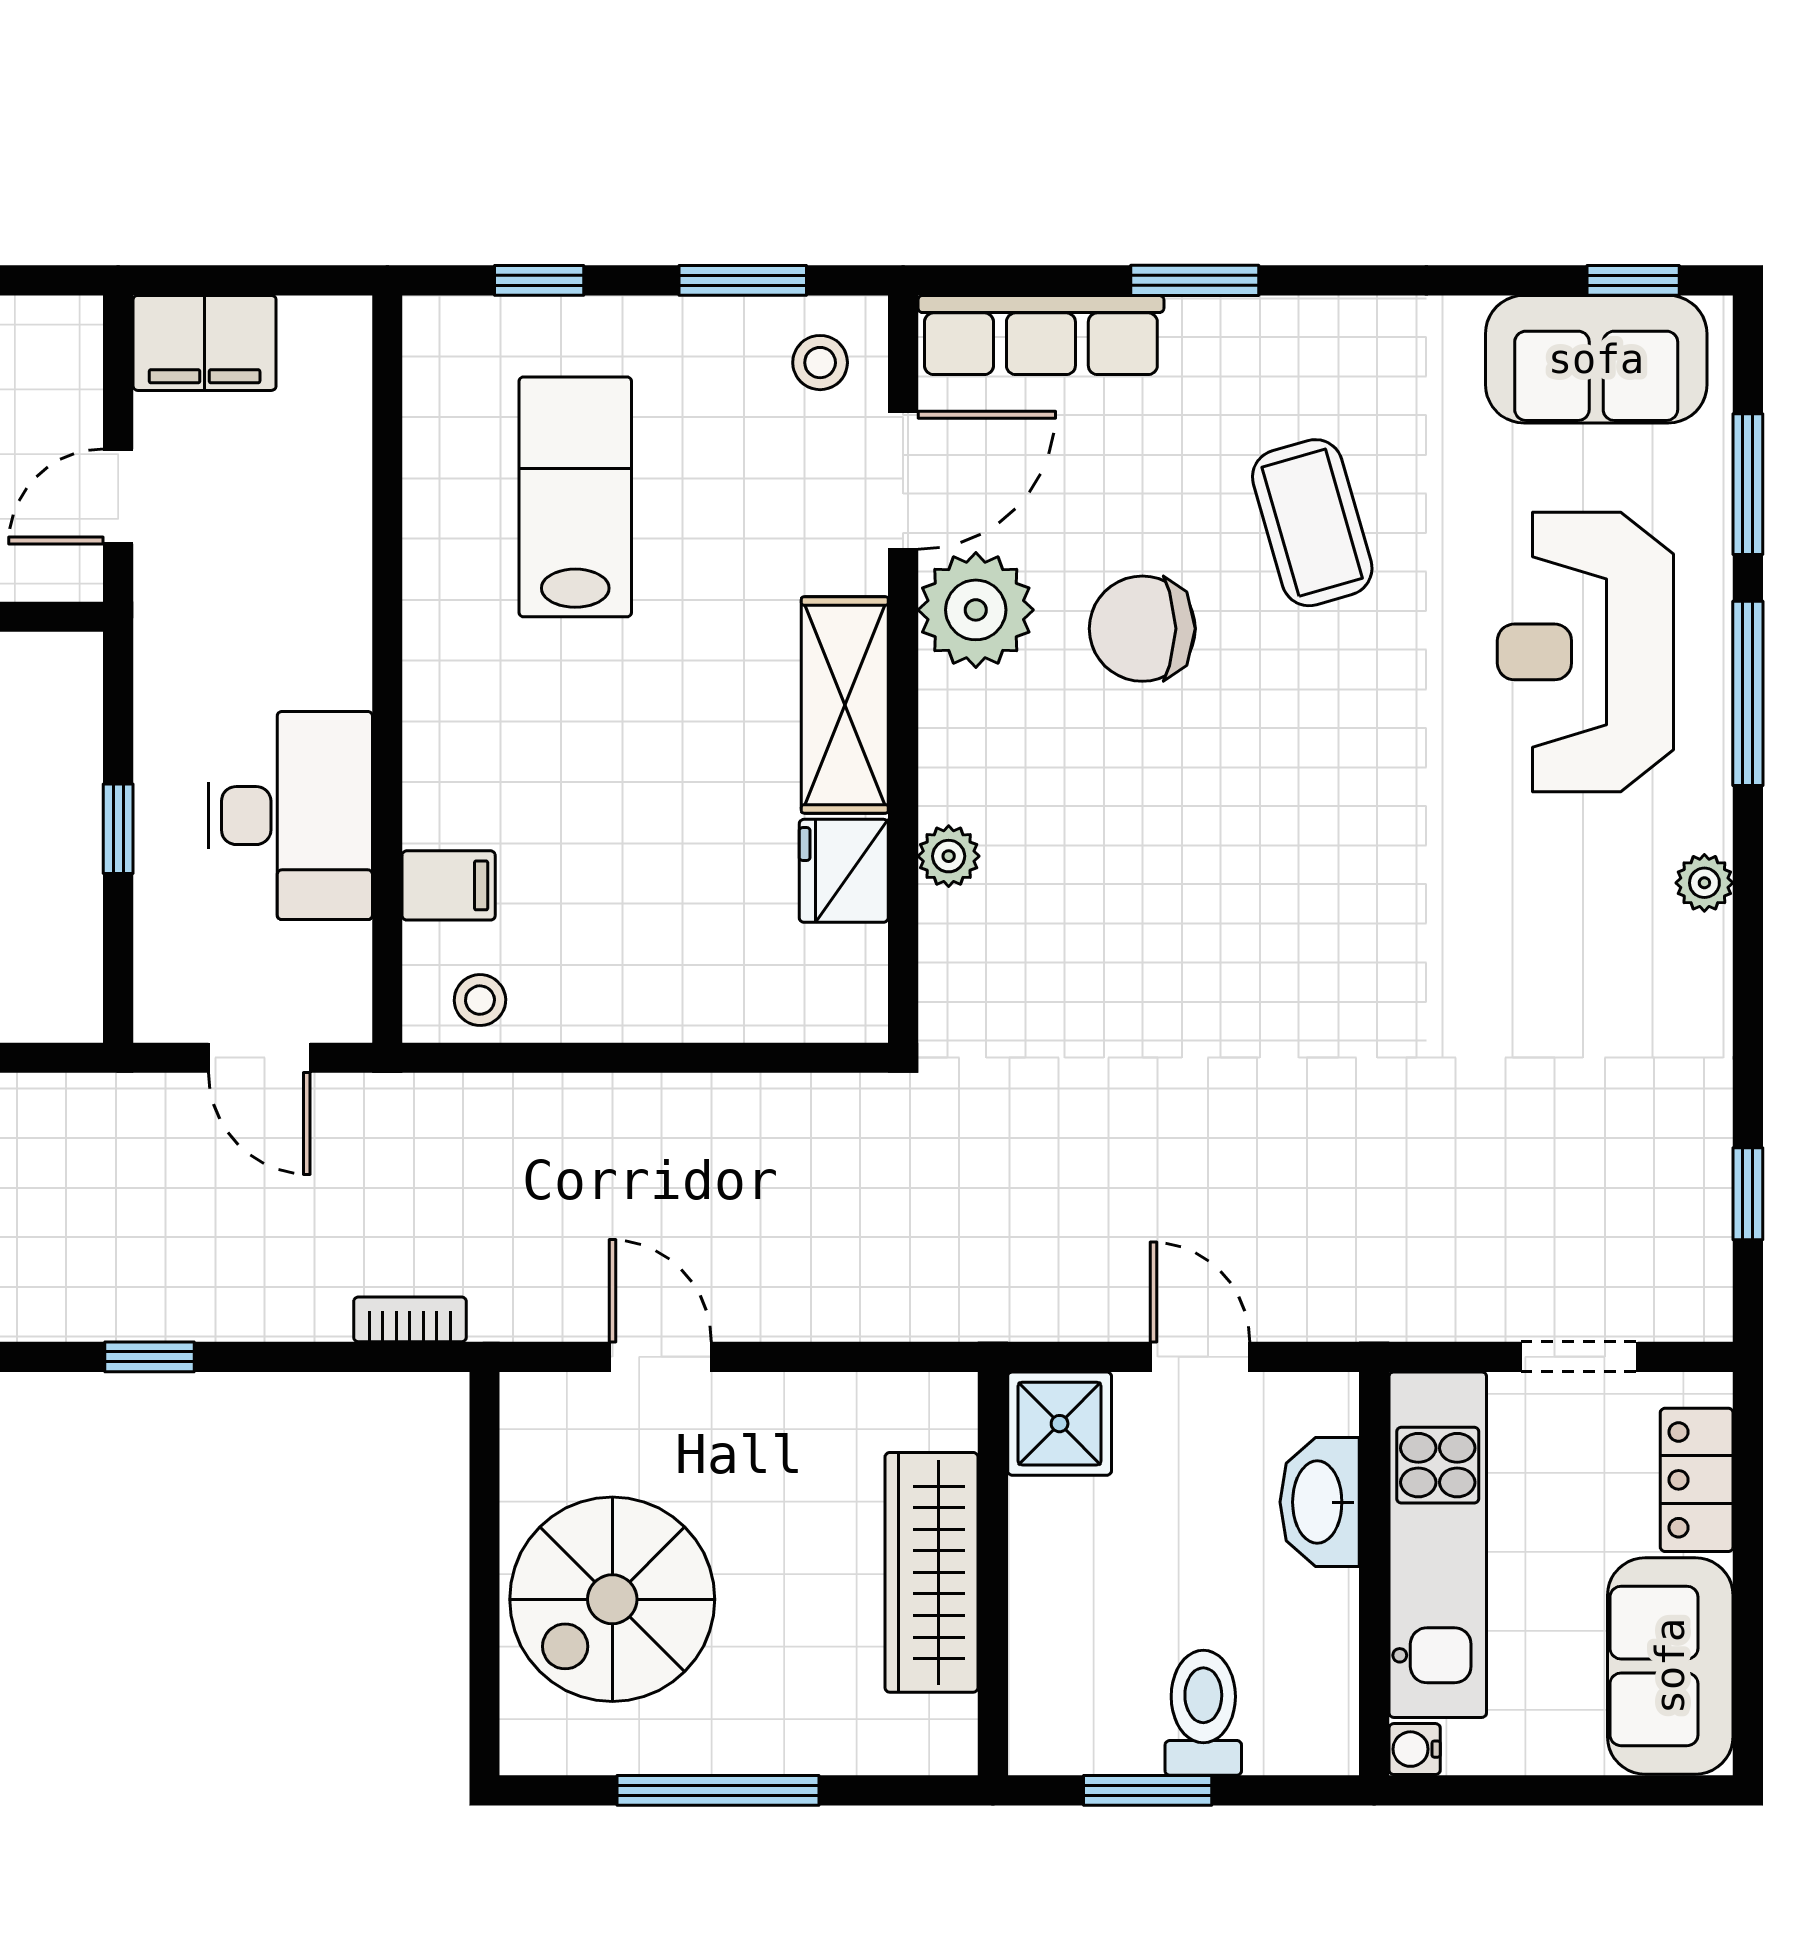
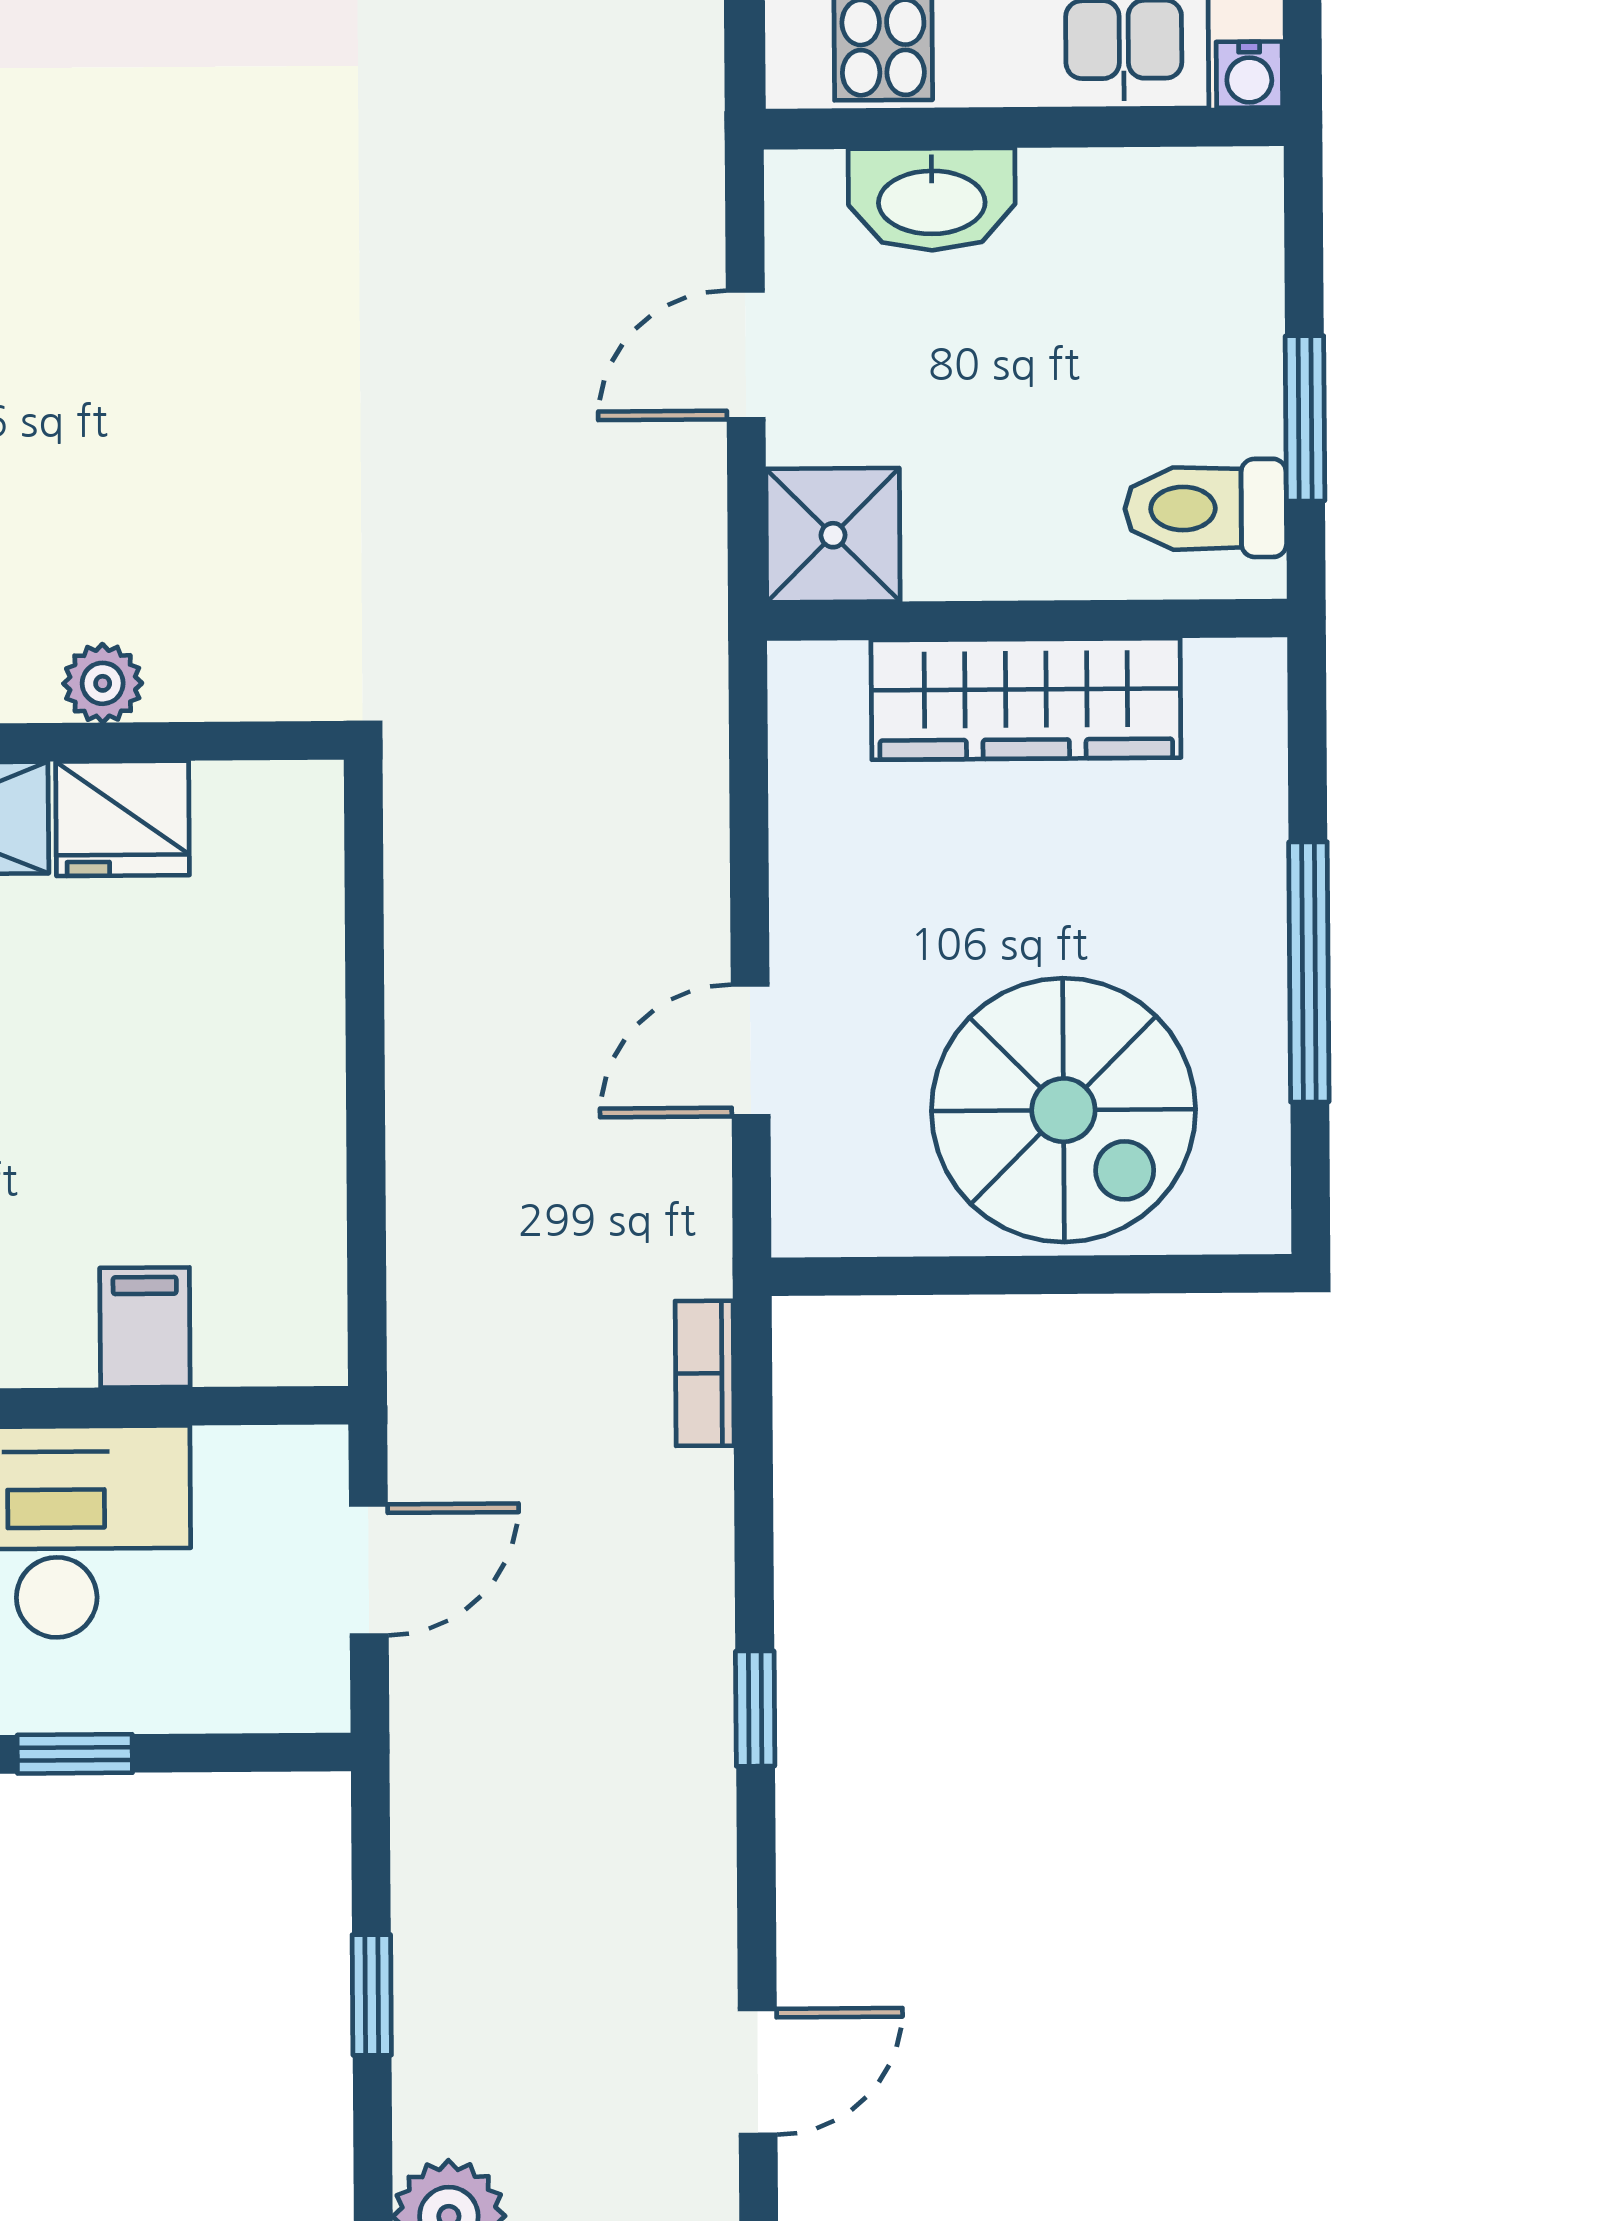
stool: (480, 1000) -> (292, 1286), removed
toilet: (1203, 1713) -> (1206, 508), moved

